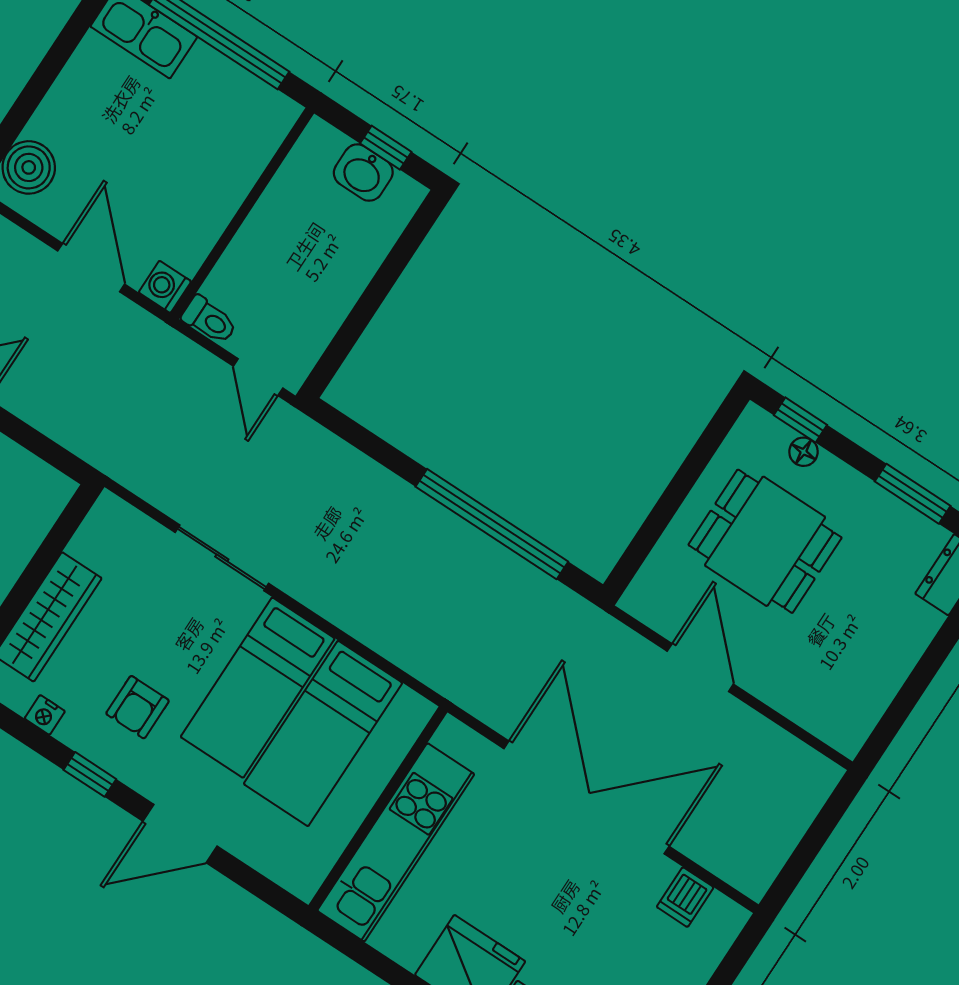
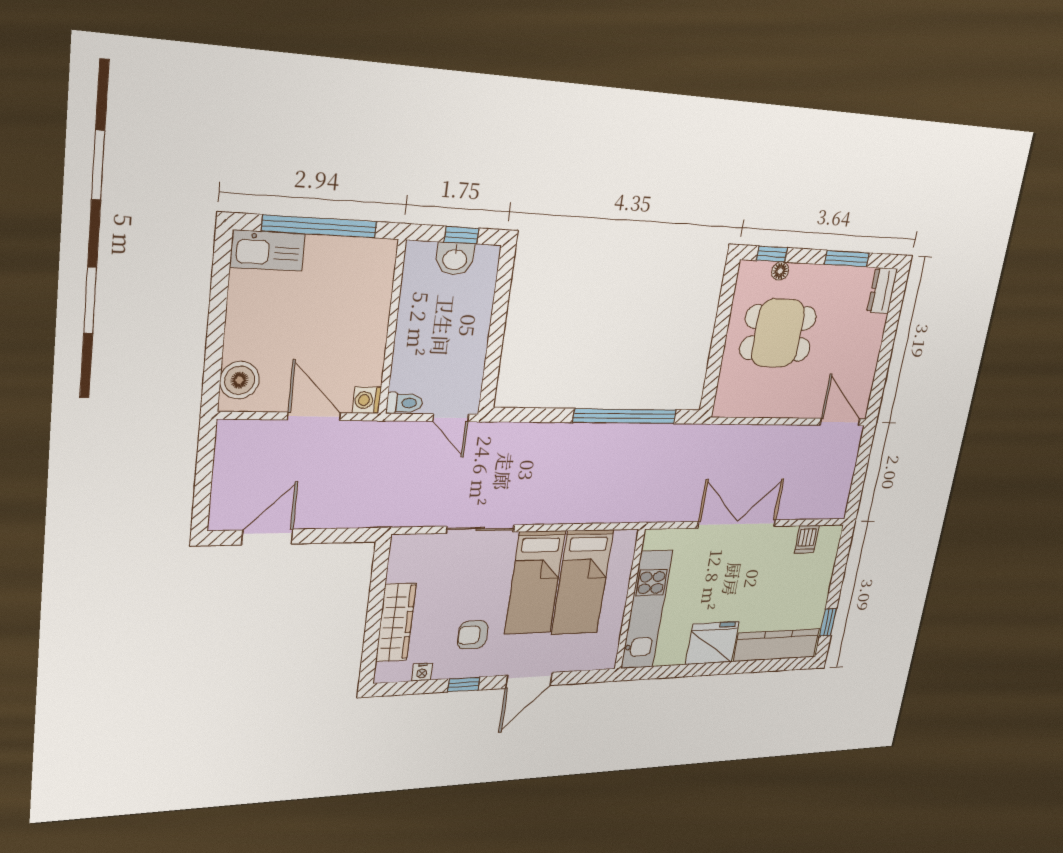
door: (700, 668) -> (840, 422), moved
armchair: (138, 707) -> (473, 635), turned 90
double door: (586, 797) -> (737, 524), width x0.73

